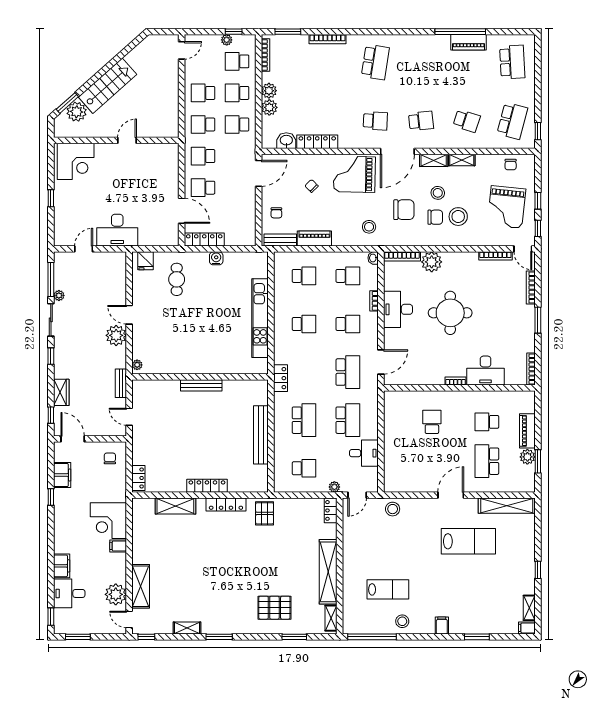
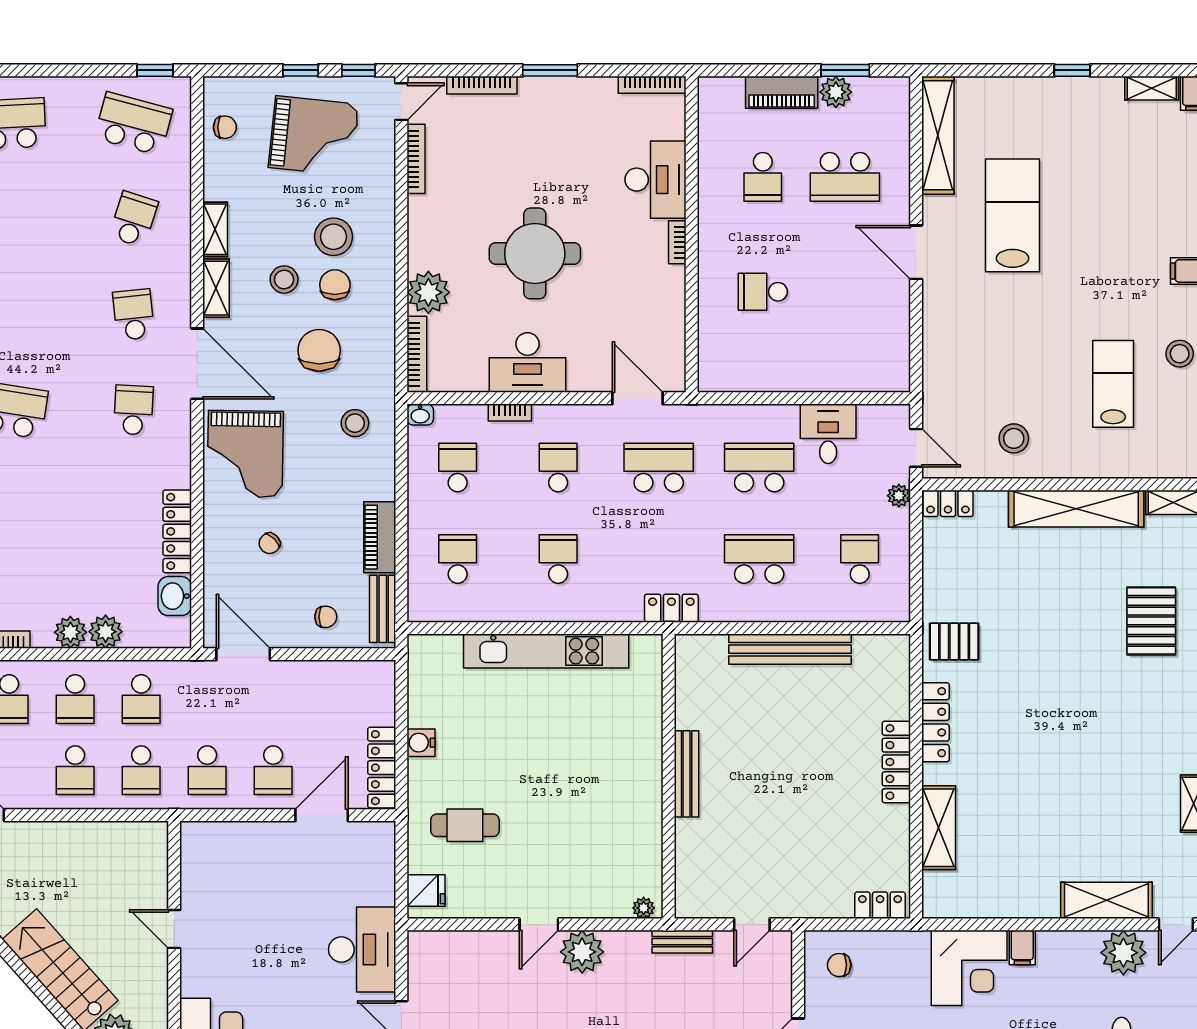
stool: (393, 509) -> (1014, 438), moved

